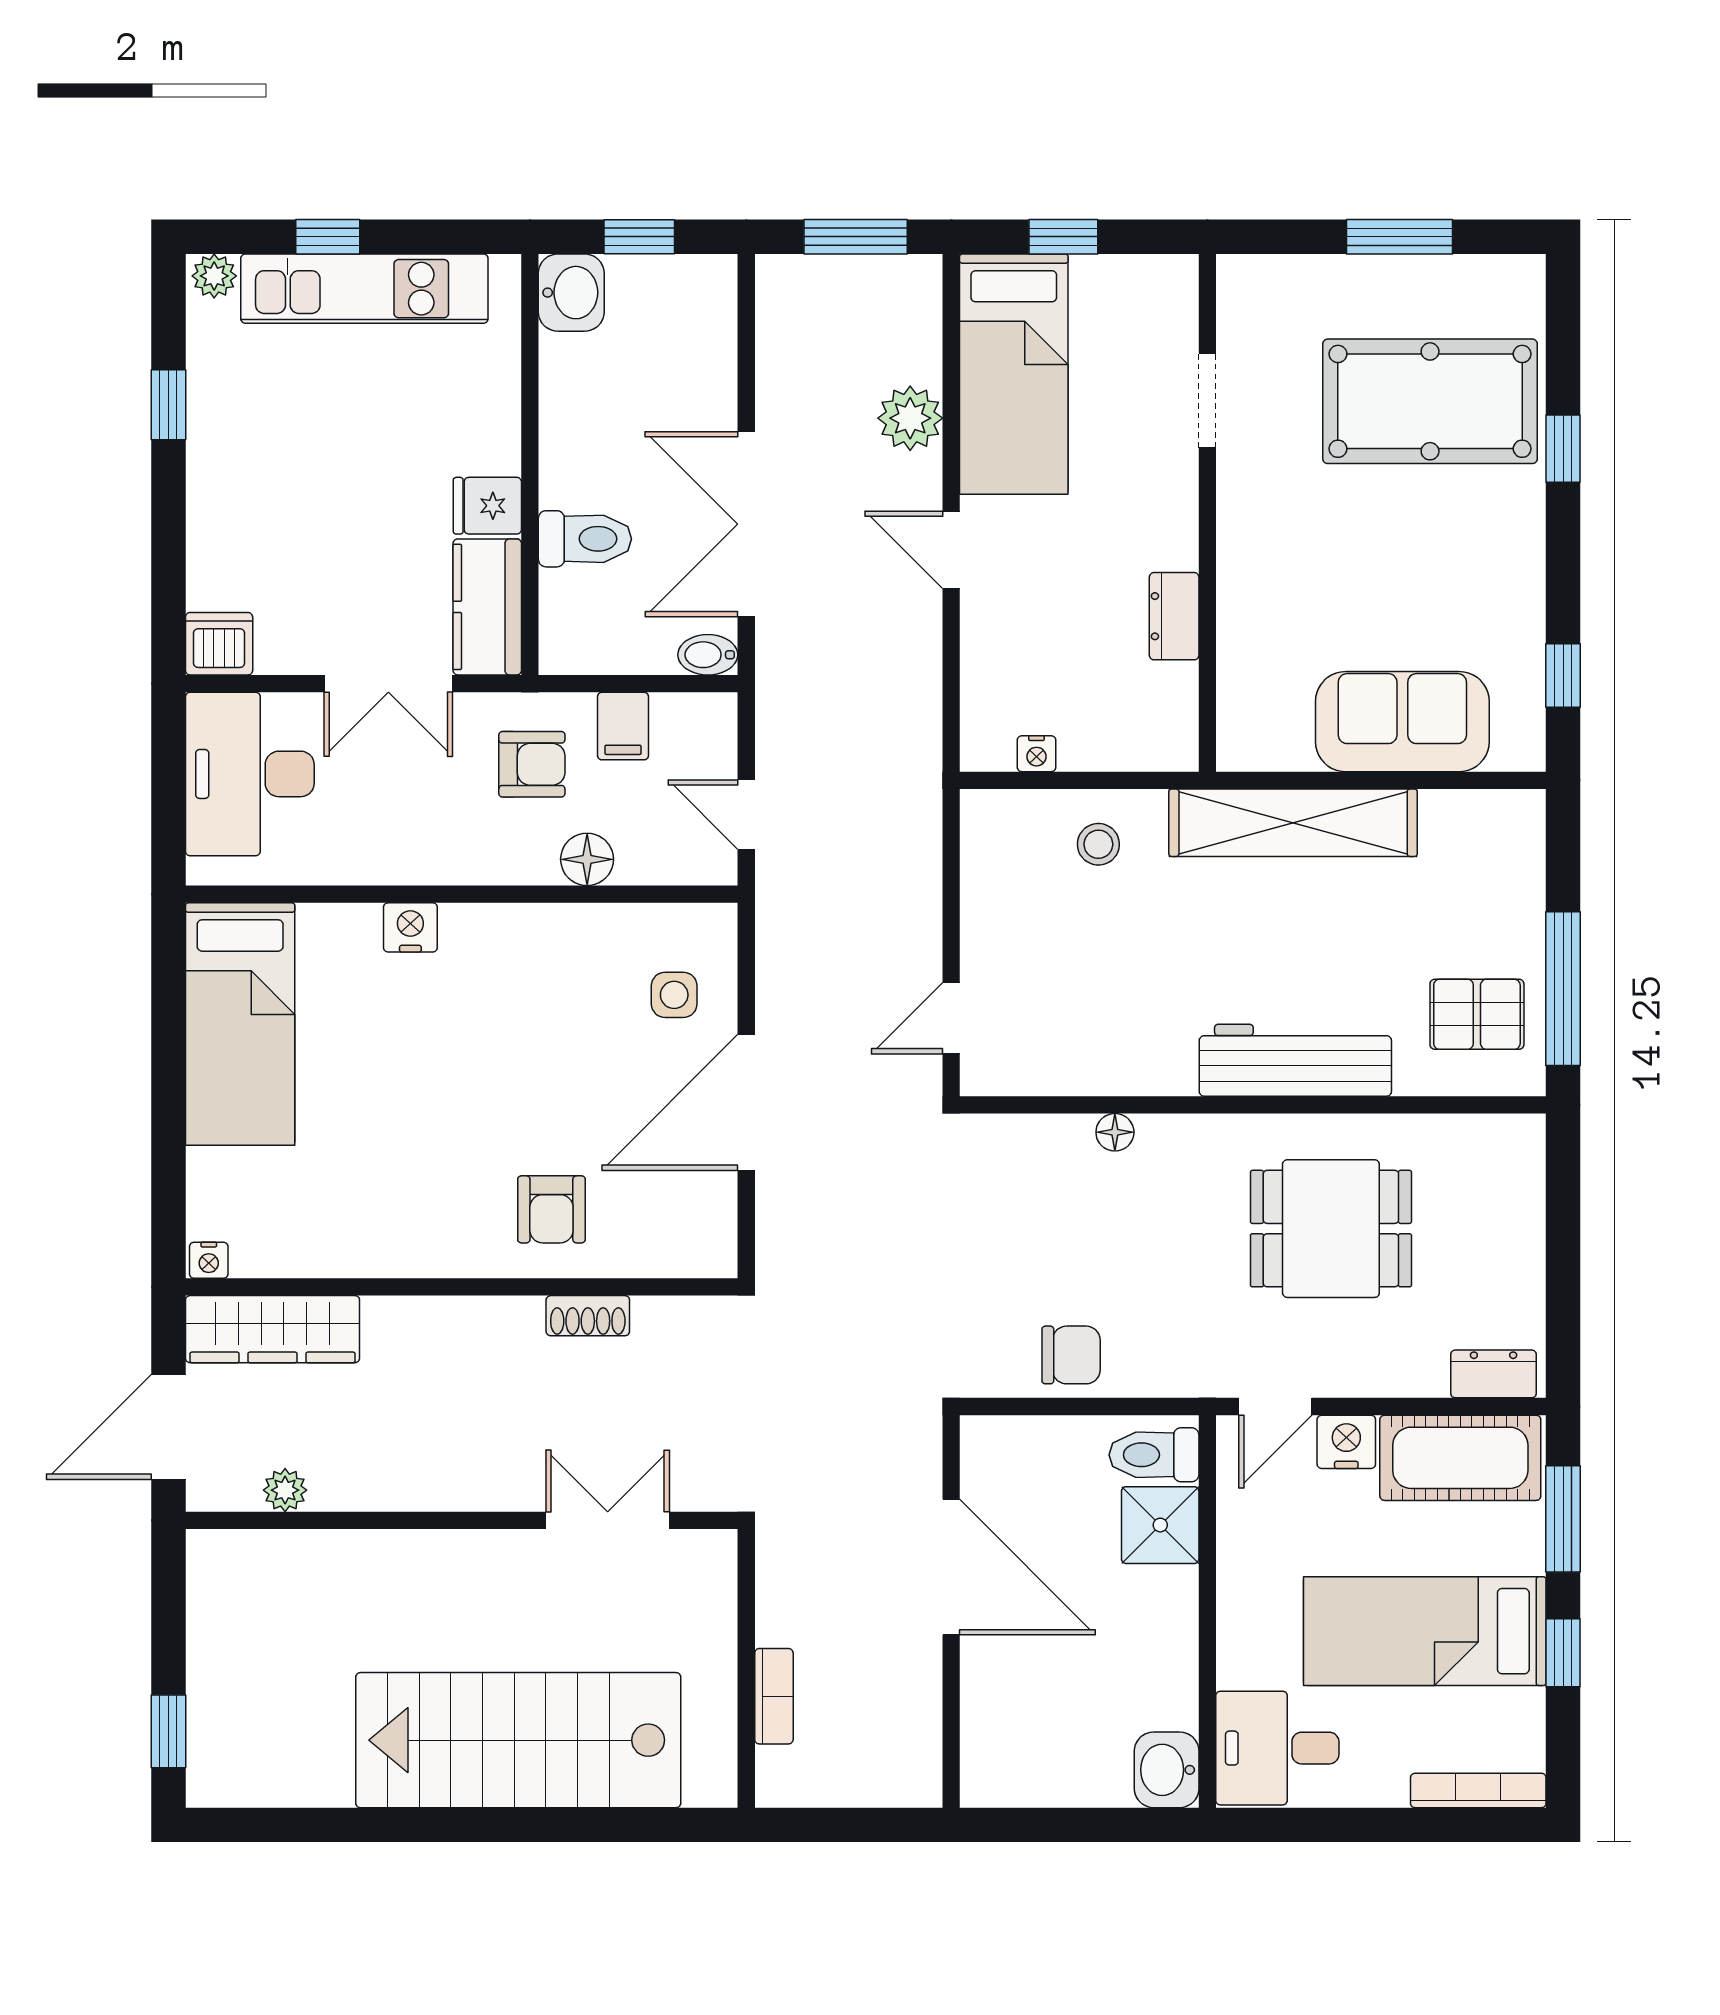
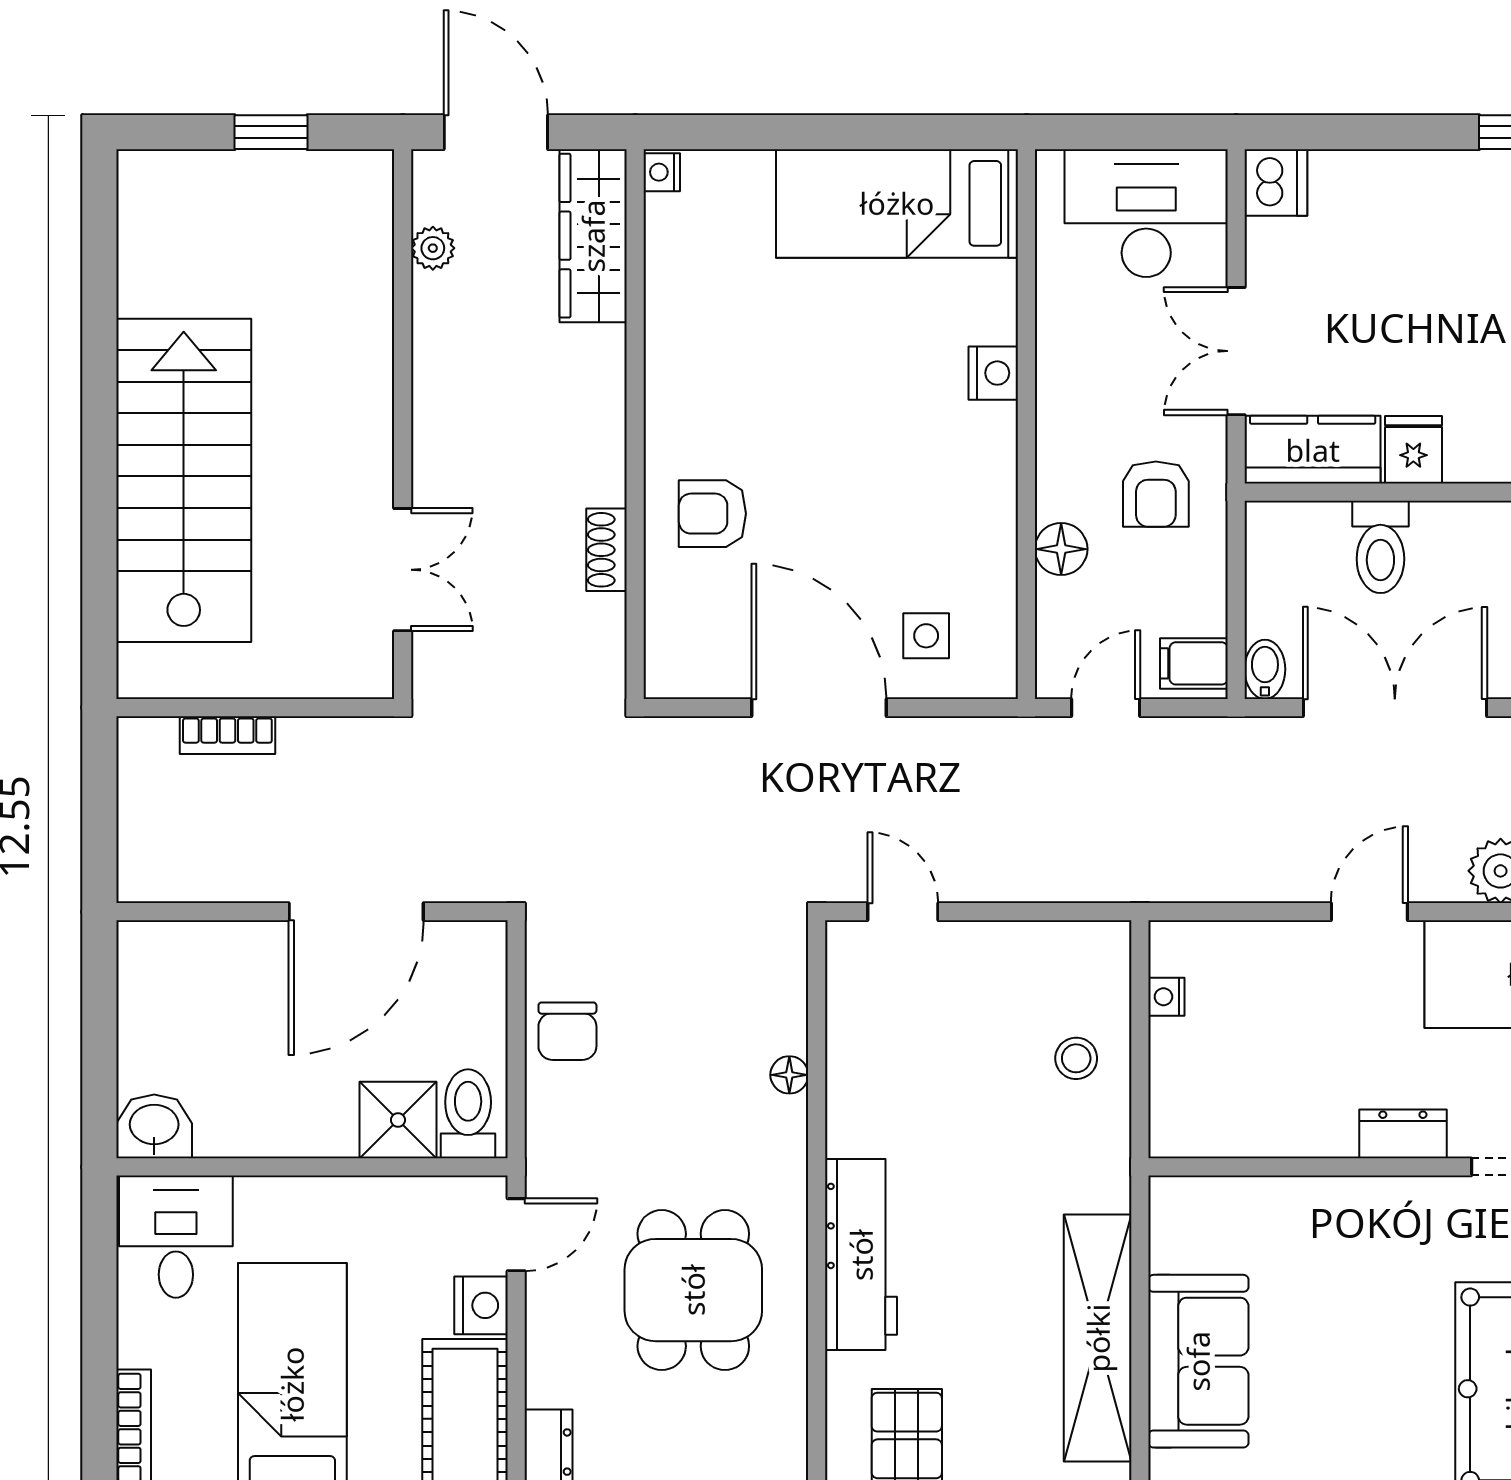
dresser: (1174, 616) -> (1403, 1134), moved
filing cabinet: (623, 726) -> (1194, 663), moved
shelving: (1293, 823) -> (1098, 1338), moved
door: (1275, 1406) -> (516, 1235), swing flipped
window: (168, 1731) -> (271, 132), moved

